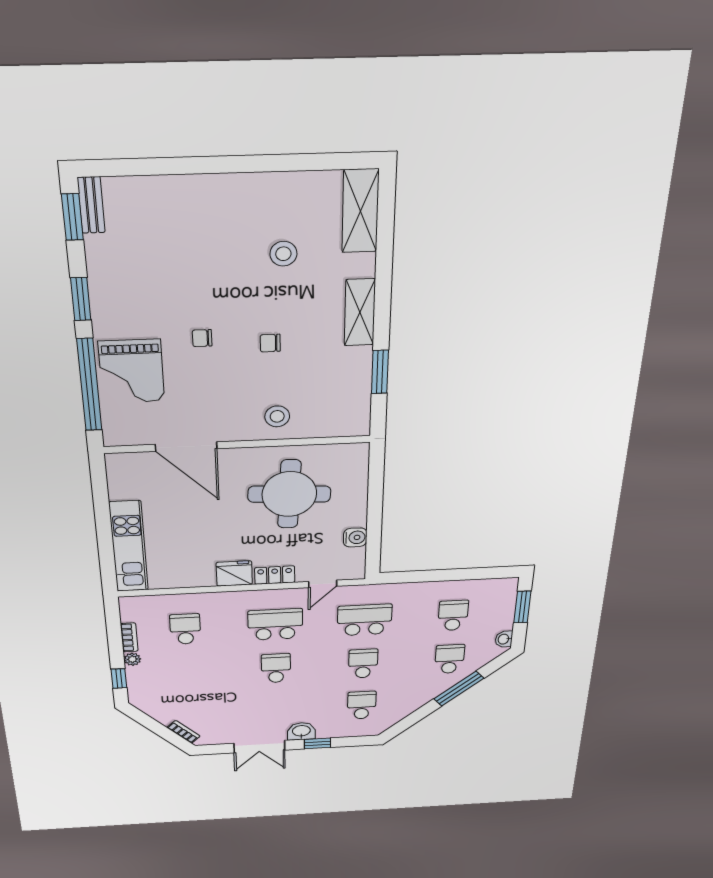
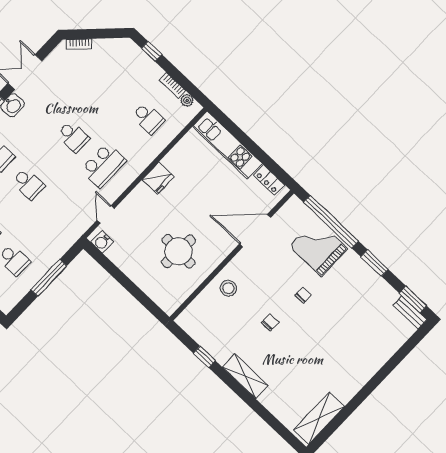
shelving: (360, 211) -> (319, 418), moved, turned 90
stool: (283, 254) -> (308, 370), removed
window: (380, 372) -> (204, 357), width x0.67
round table: (289, 494) -> (178, 251), width x0.73, depth x0.73
water cooler: (355, 537) -> (102, 242), moved
locker: (275, 575) -> (269, 180), moved, turned 90
window: (441, 575) -> (49, 278), added
school desk: (365, 620) -> (59, 213), removed
plant: (132, 659) -> (187, 100), moved

